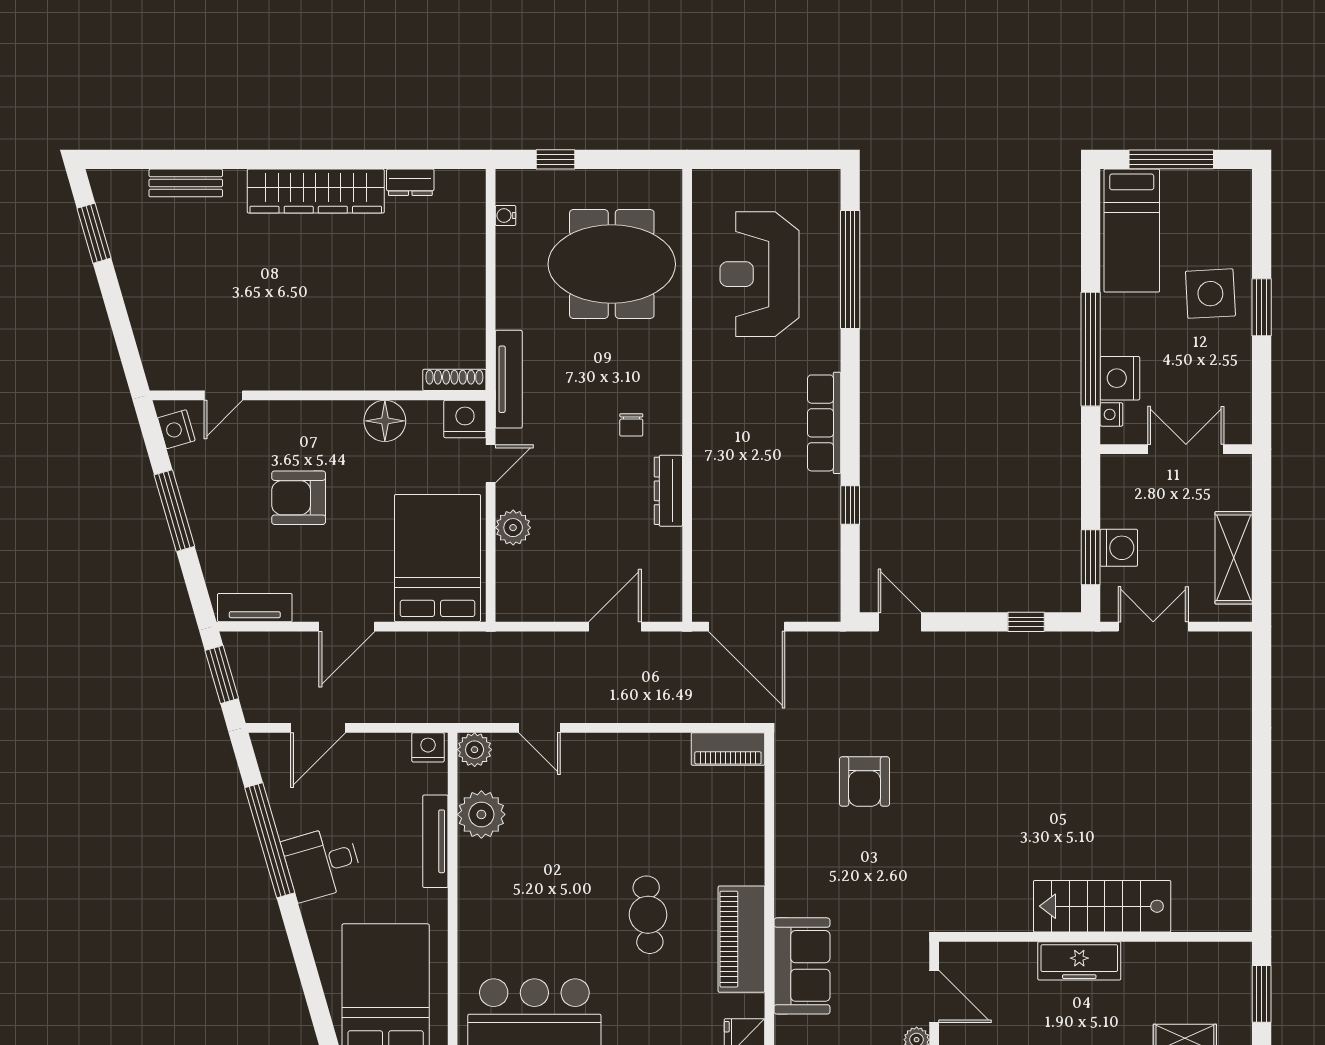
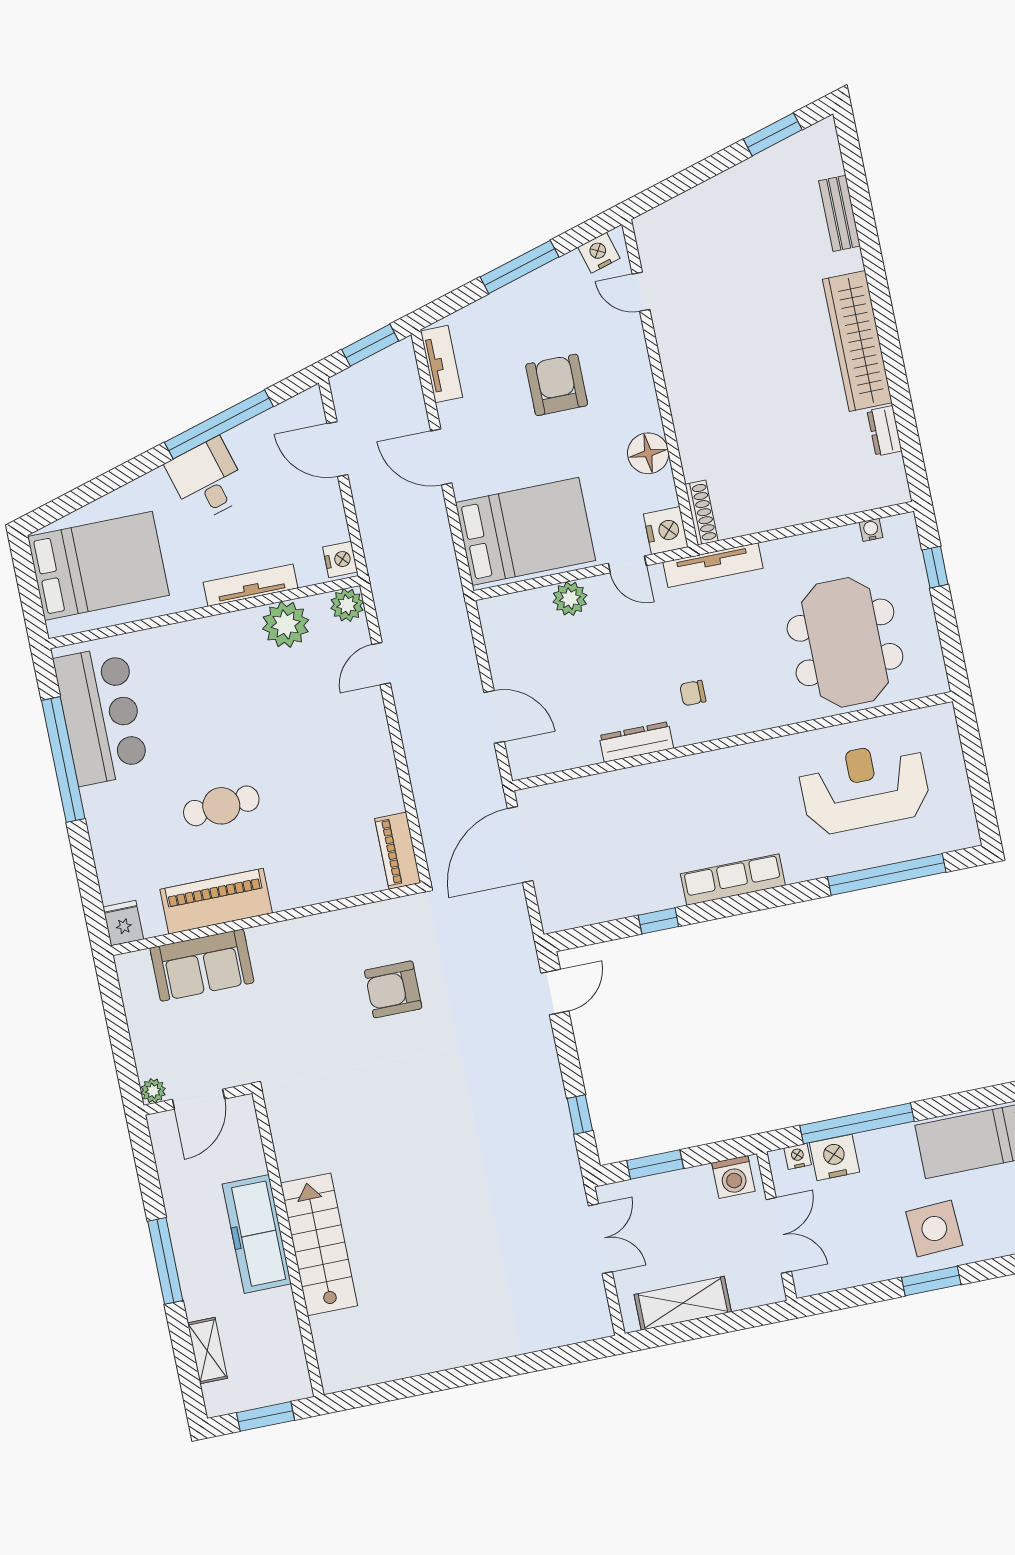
washing machine: (1119, 548) -> (733, 1177), moved
freezer: (1079, 961) -> (257, 1234), width x1.36, depth x1.26

